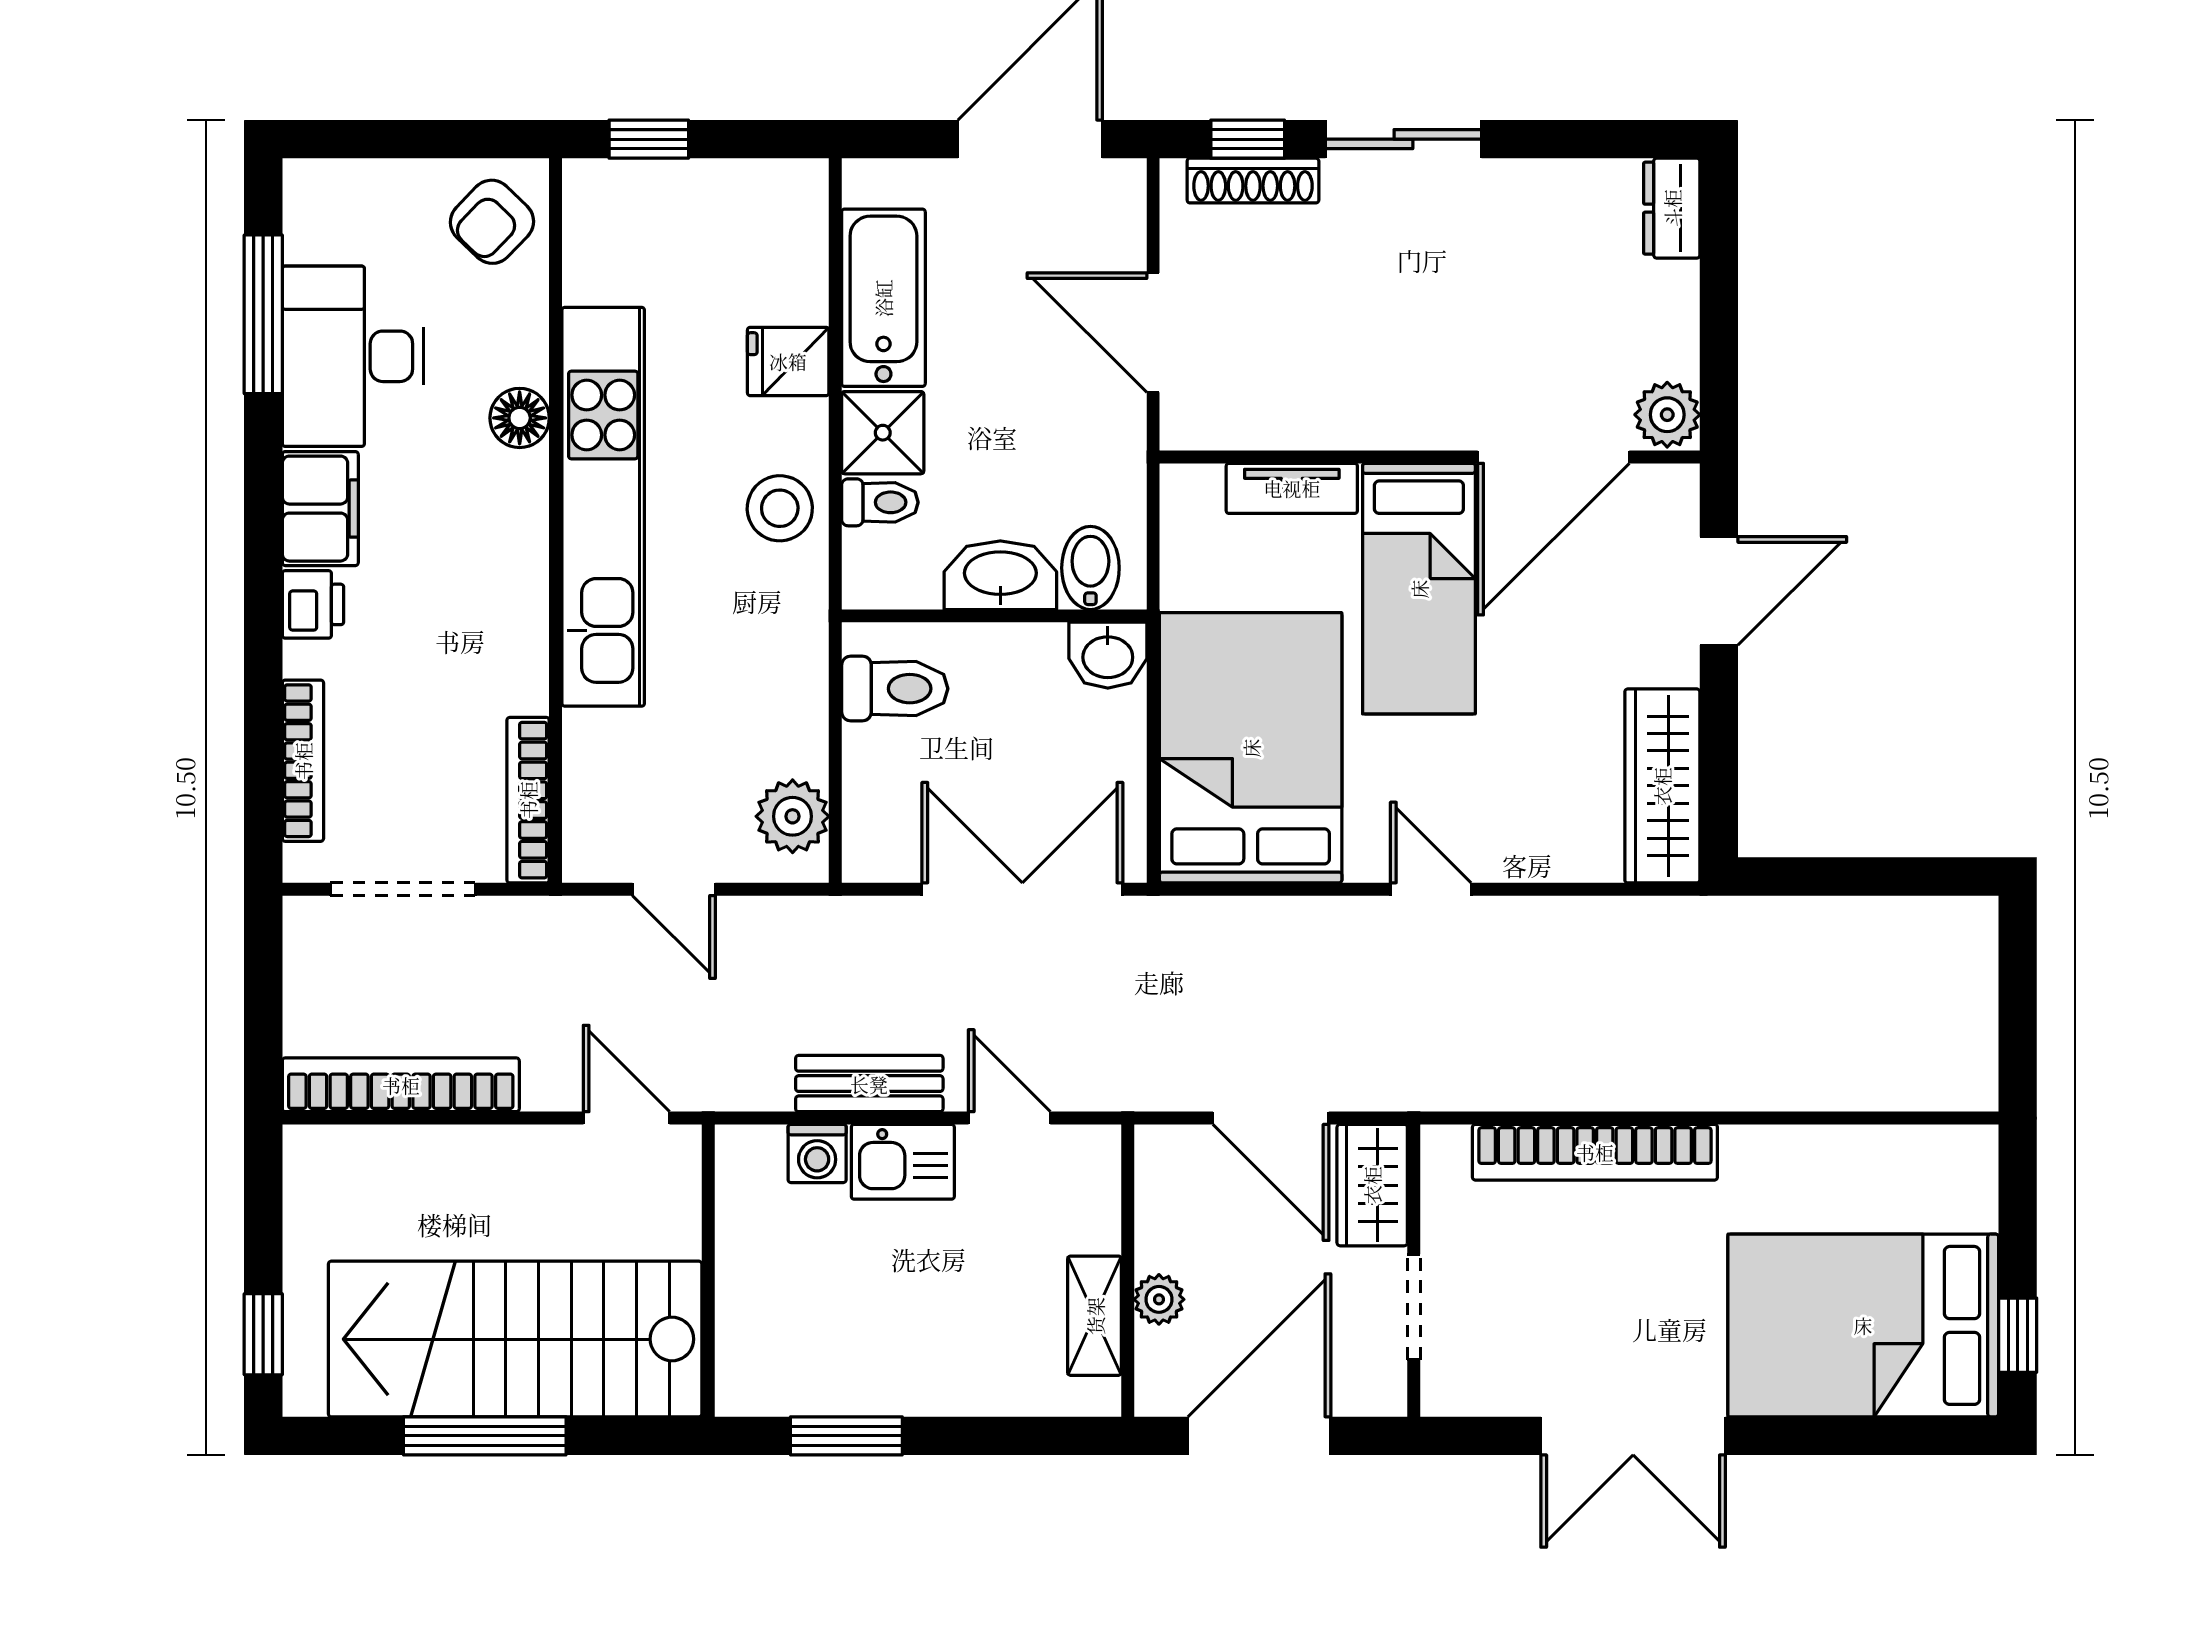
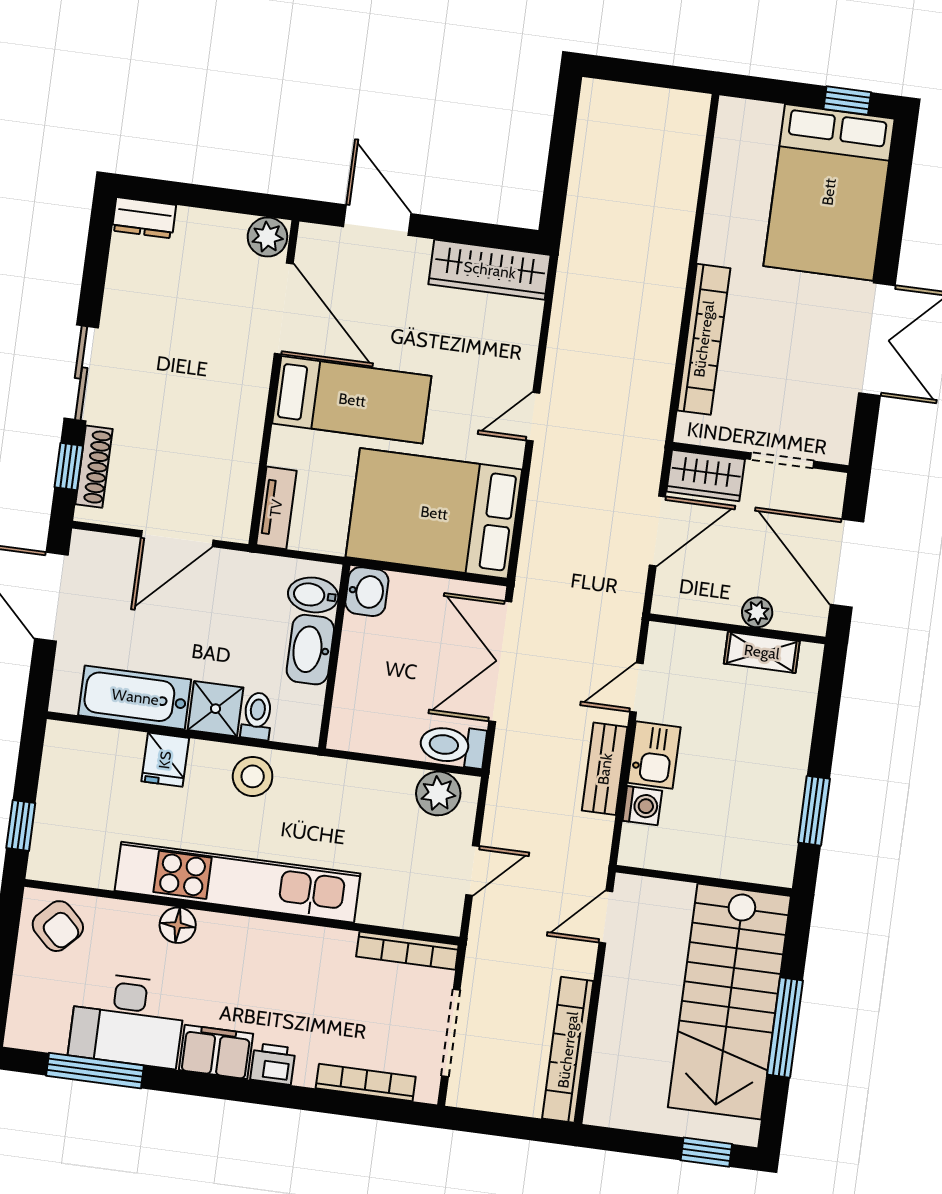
tv unit: (1292, 488) -> (276, 508), moved
toilet: (895, 689) -> (453, 746), moved, turned -90

